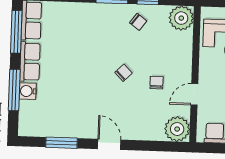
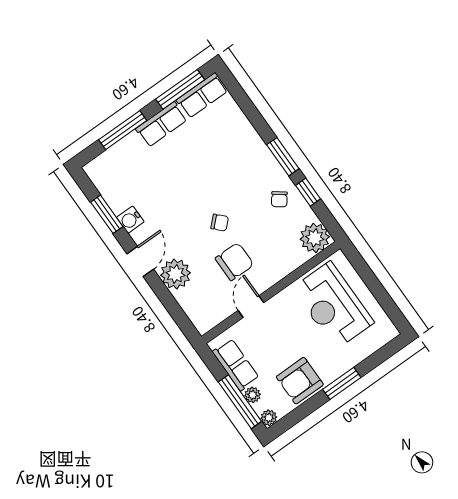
chair: (157, 83) -> (234, 262), width x1.87, depth x1.87
water cooler: (28, 91) -> (130, 220), moved, turned -90
door: (194, 94) -> (251, 307), hinge flipped
plant: (177, 129) -> (175, 274), moved

